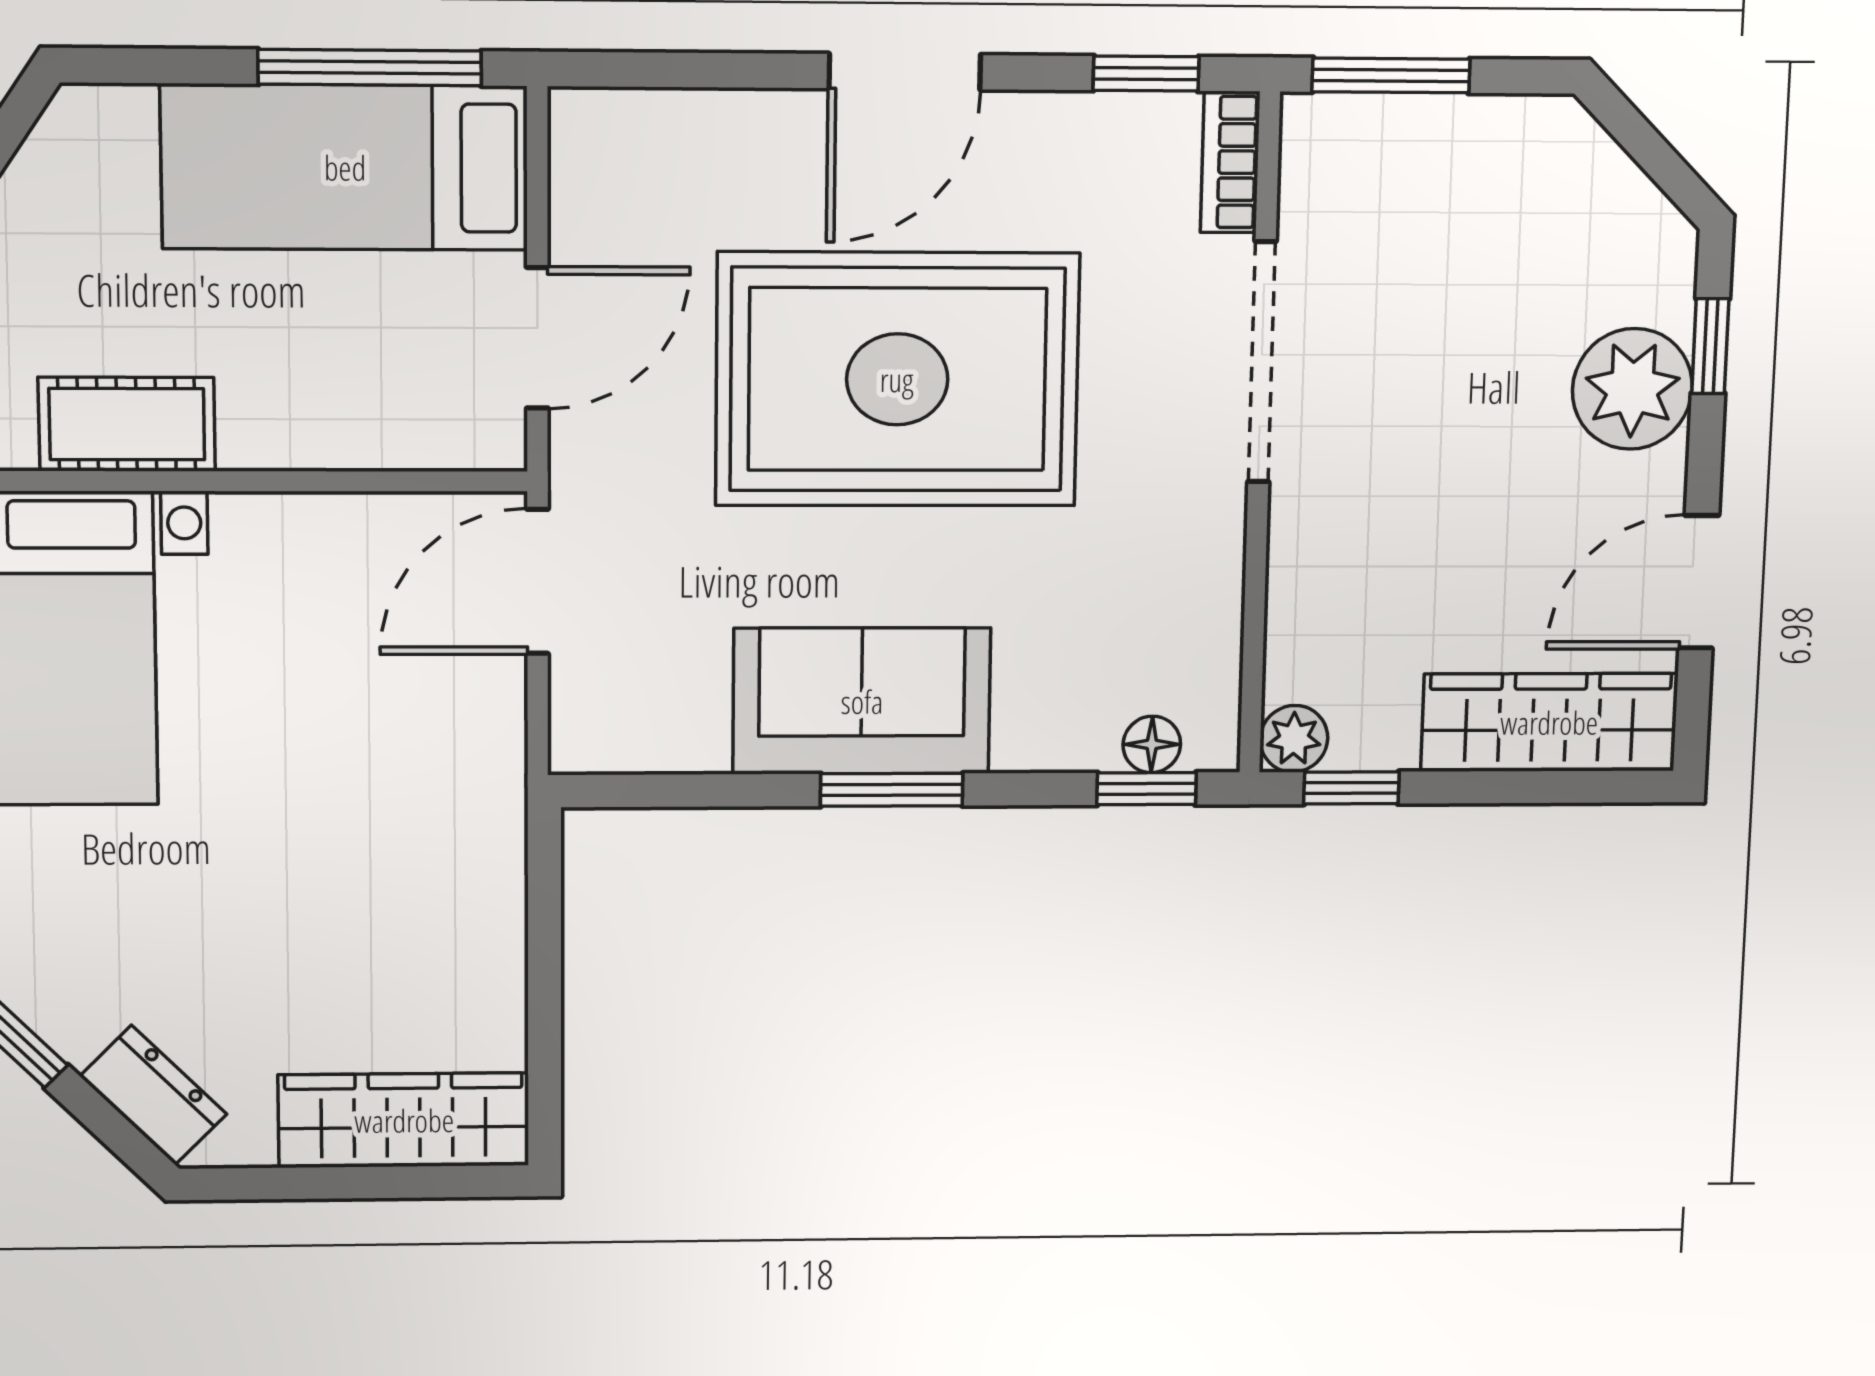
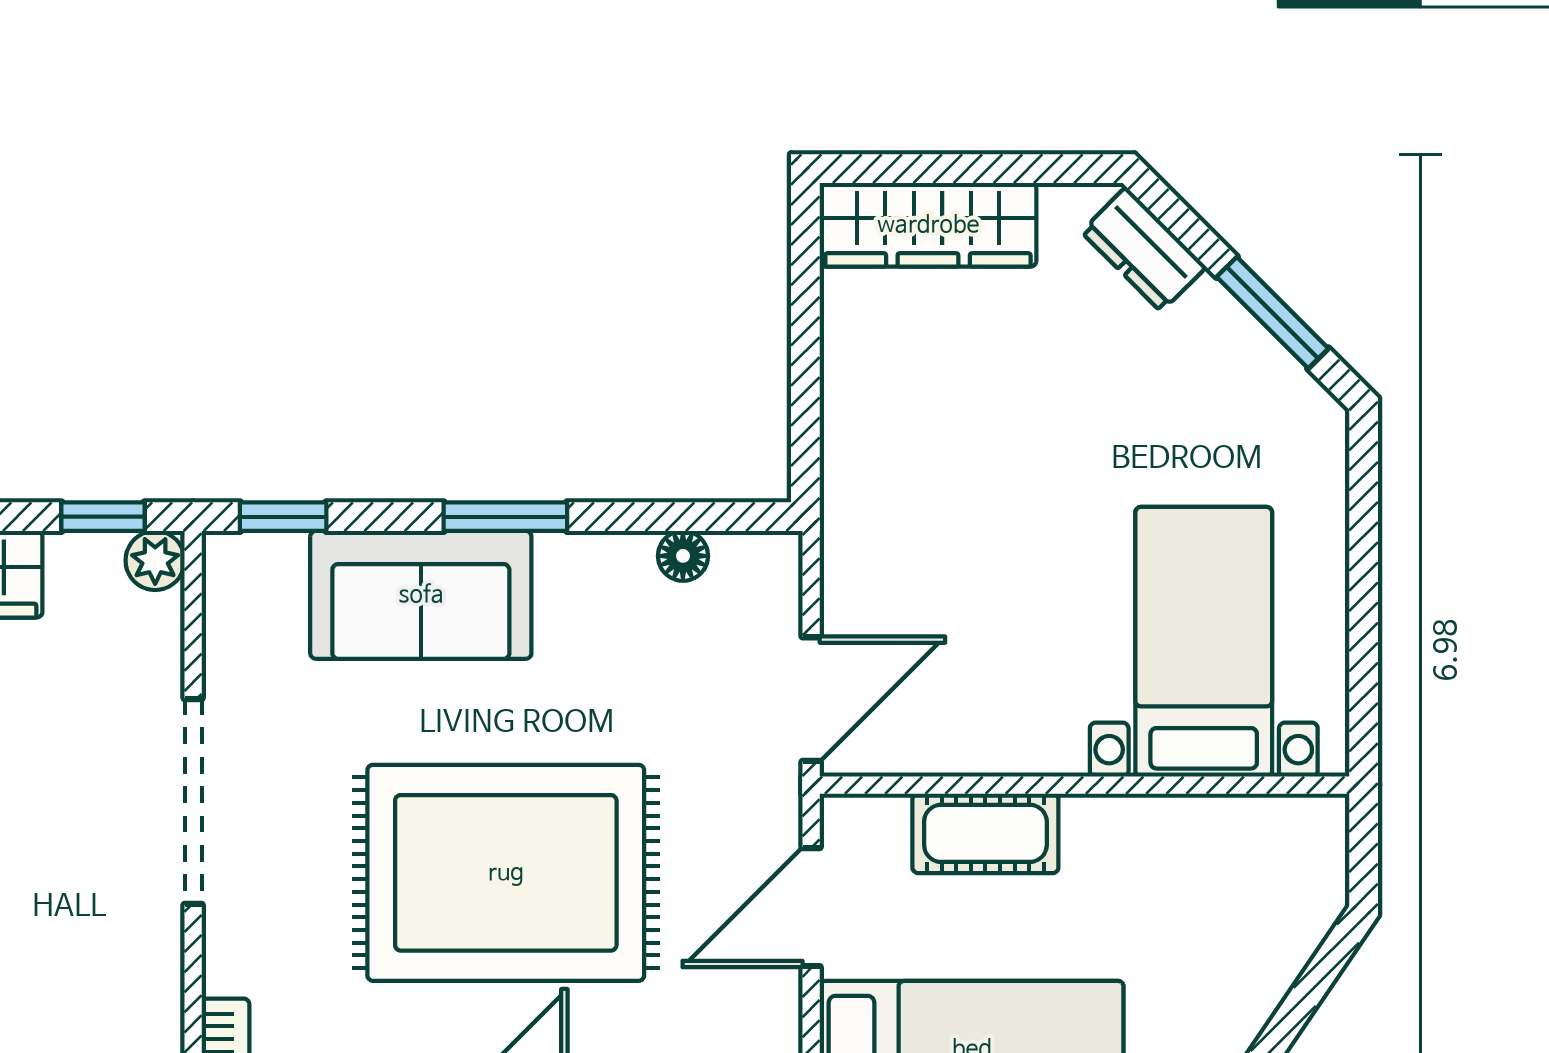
doorway: (1262, 362) -> (193, 802), moved
cot: (127, 424) -> (985, 833), moved
sofa: (862, 701) -> (421, 595), moved
floor lamp: (1152, 744) -> (683, 556), moved

